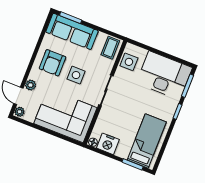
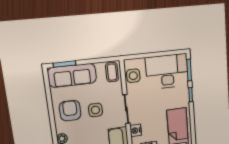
armchair: (52, 63) -> (70, 111), turned 180
nightstand: (104, 117) -> (136, 130), added

